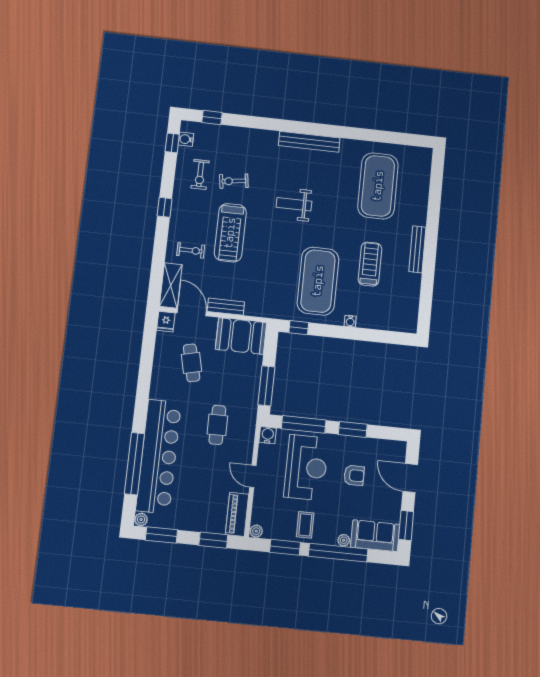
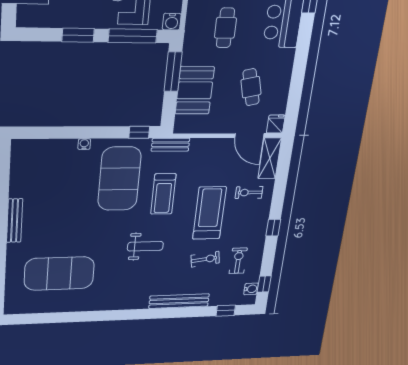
bench: (309, 142) -> (179, 301), moved
exercise mat: (378, 186) -> (59, 274), turned 90
treadmill: (370, 264) -> (163, 194), moved
bench: (226, 307) -> (170, 145), moved
booth: (241, 336) -> (195, 90), moved, turned 90

